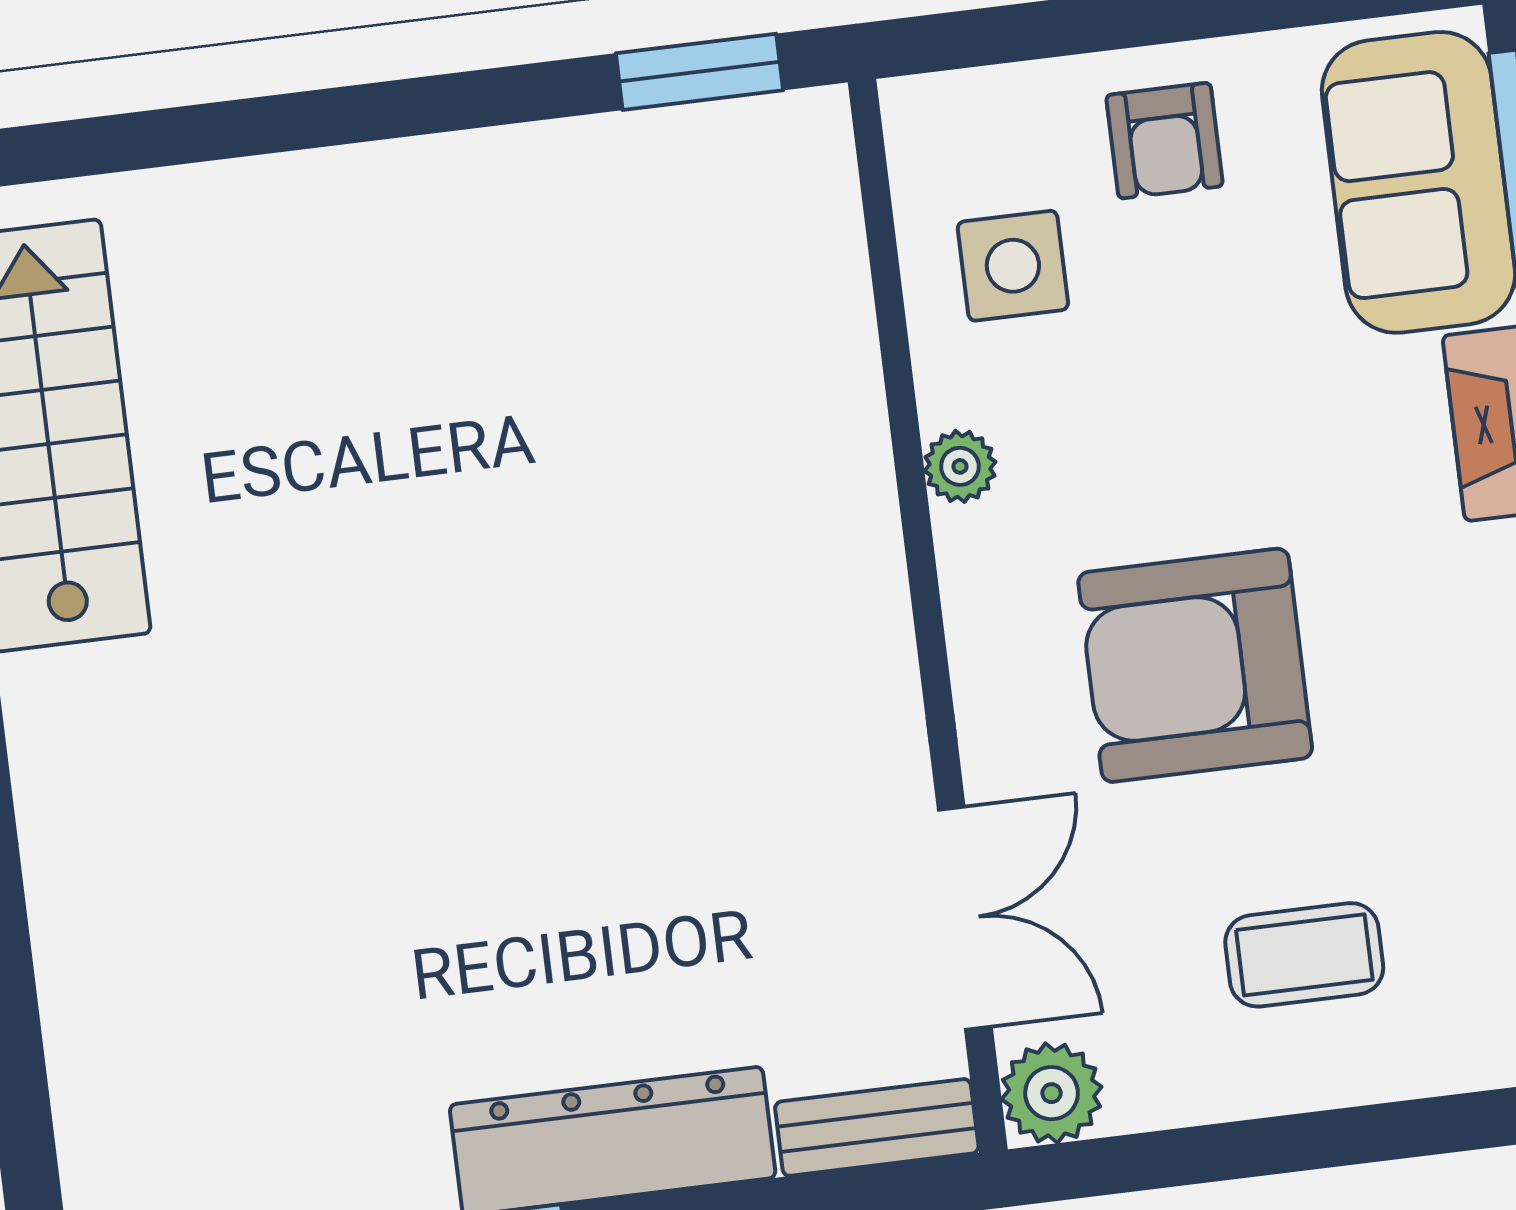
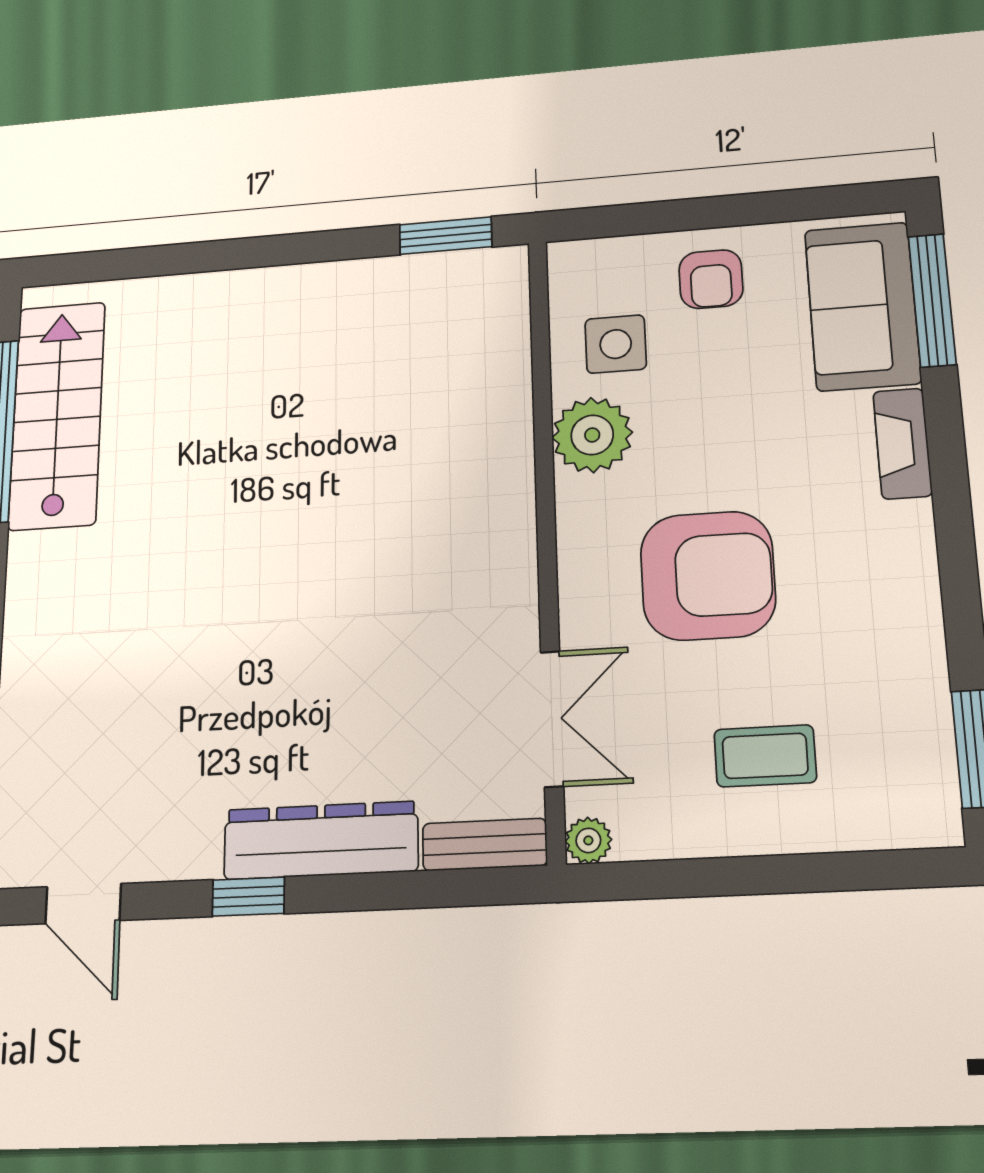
plant: (960, 466) -> (592, 435), width x1.88, depth x1.88
armchair: (1195, 665) -> (708, 576), turned 180
plant: (1052, 1093) -> (588, 840), width x0.73, depth x0.73

